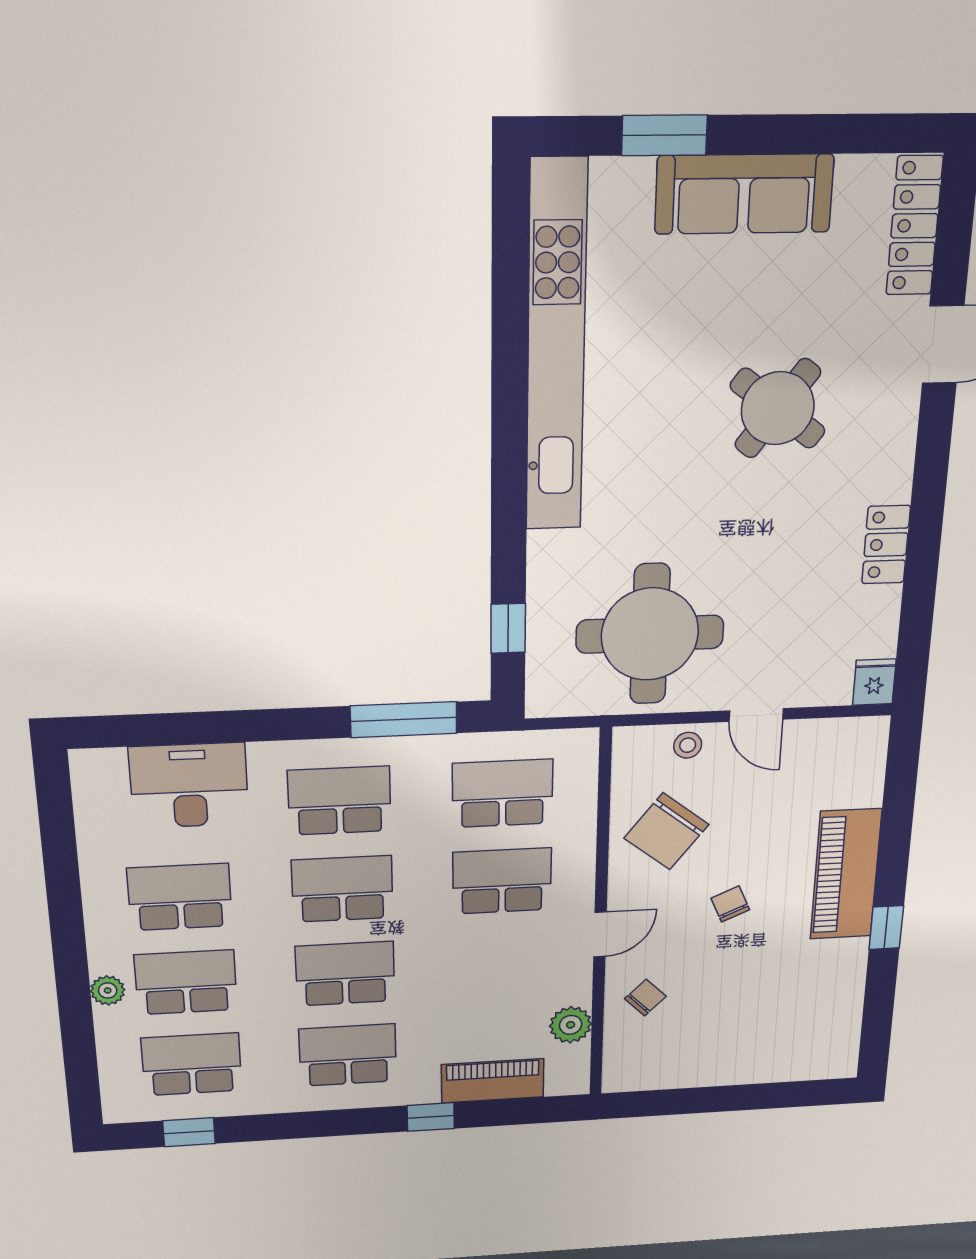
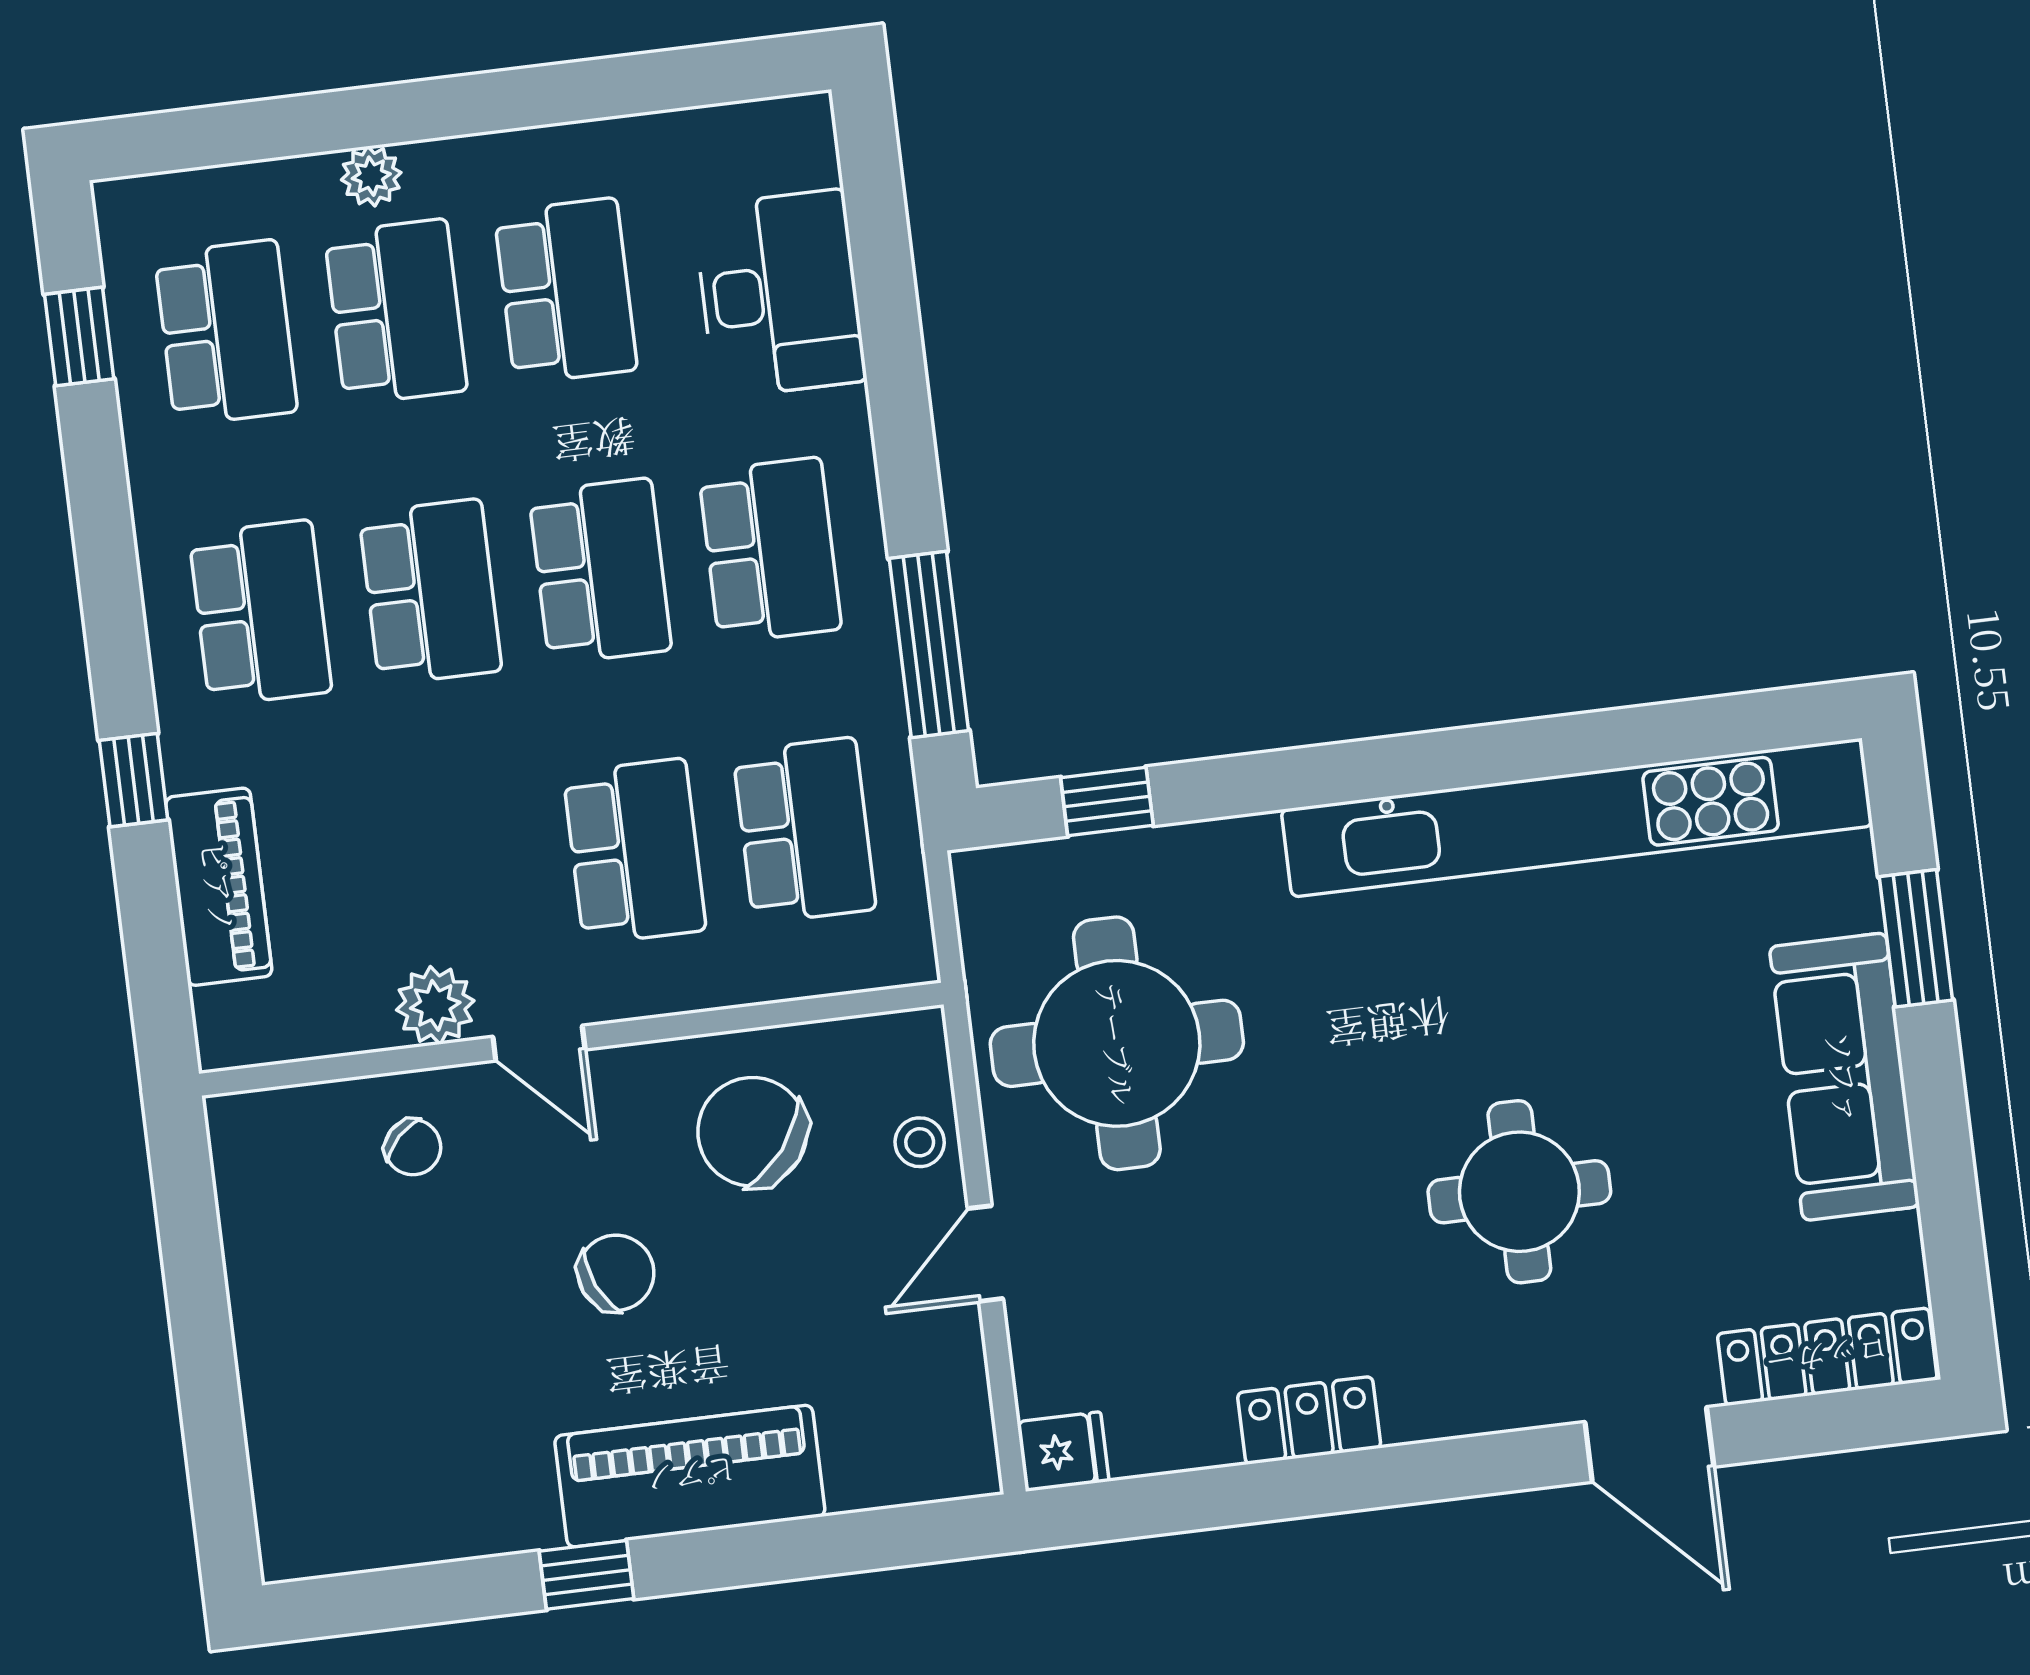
round table: (778, 408) -> (1519, 1192), turned -37
chair: (730, 904) -> (616, 1273), width x1.37, depth x1.37
plant: (571, 1025) -> (435, 1005), moved

